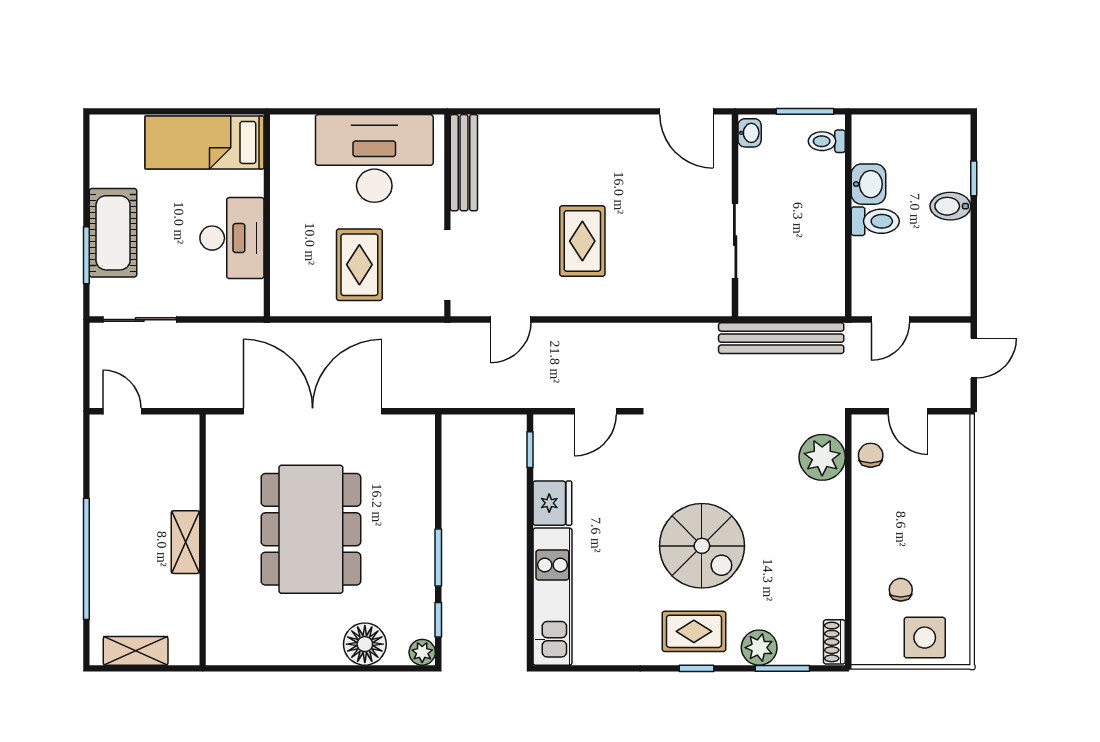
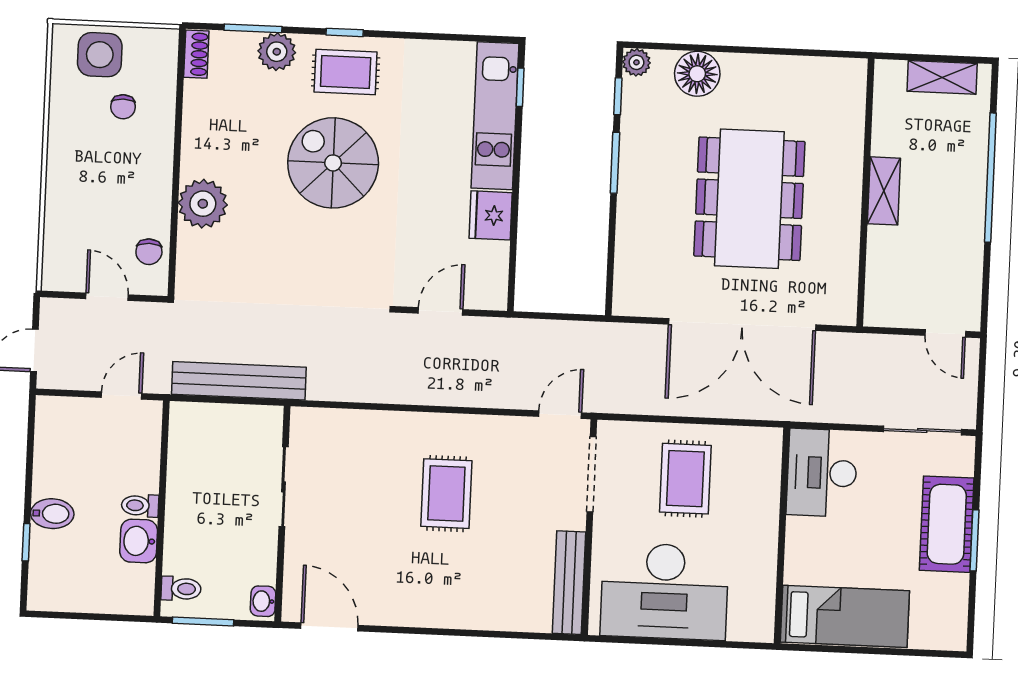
toilet: (875, 221) -> (140, 506), width x0.73, depth x0.72
desk: (232, 238) -> (822, 473), moved
window: (86, 255) -> (975, 540), moved
door: (511, 320) -> (560, 415), moved
window: (530, 450) -> (520, 87), moved
plant: (822, 457) -> (203, 204), moved

